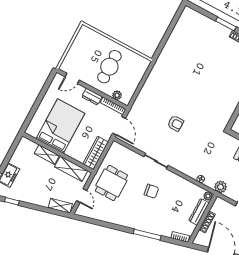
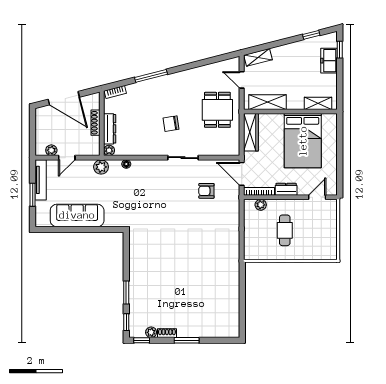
cafe table: (109, 67) -> (285, 230), width x0.73, depth x0.74
armchair: (176, 123) -> (206, 191), moved
shelving: (47, 155) -> (318, 103), moved

